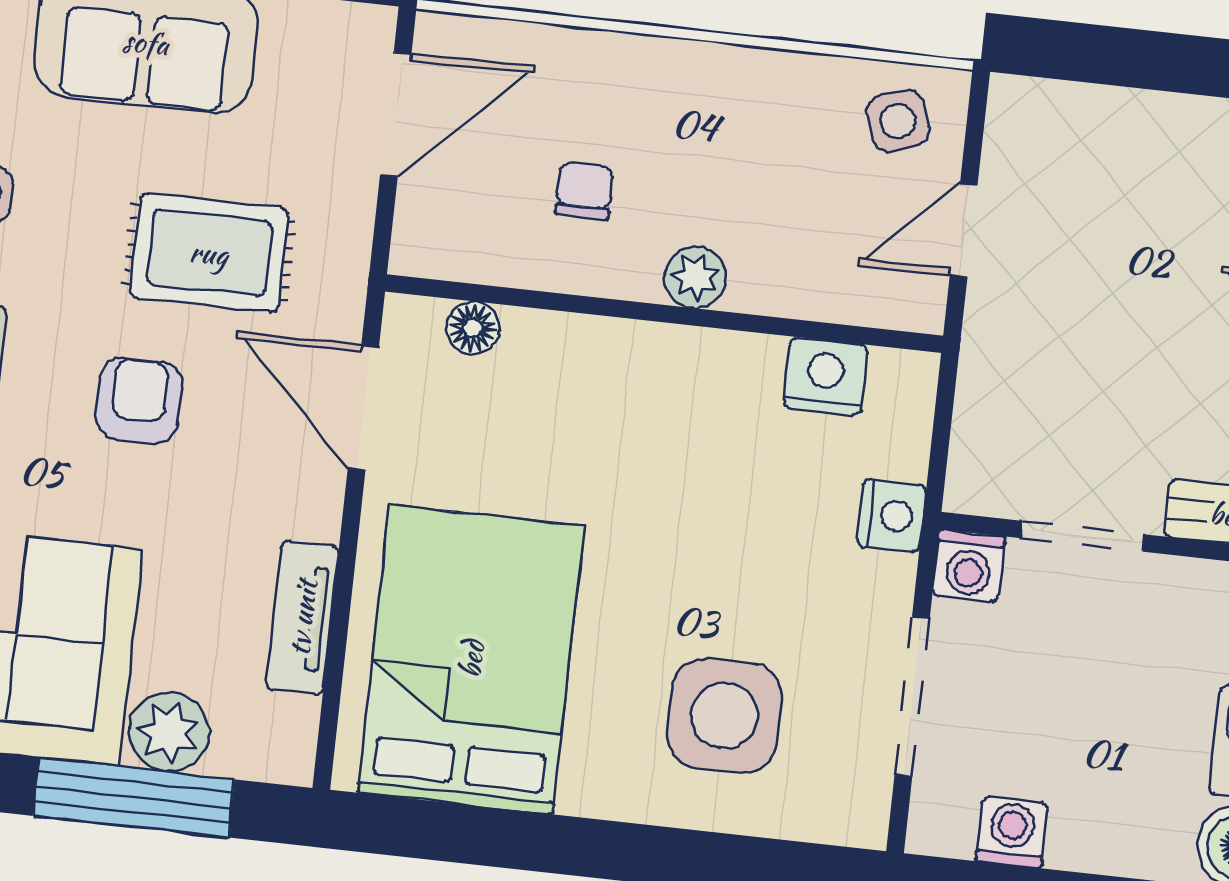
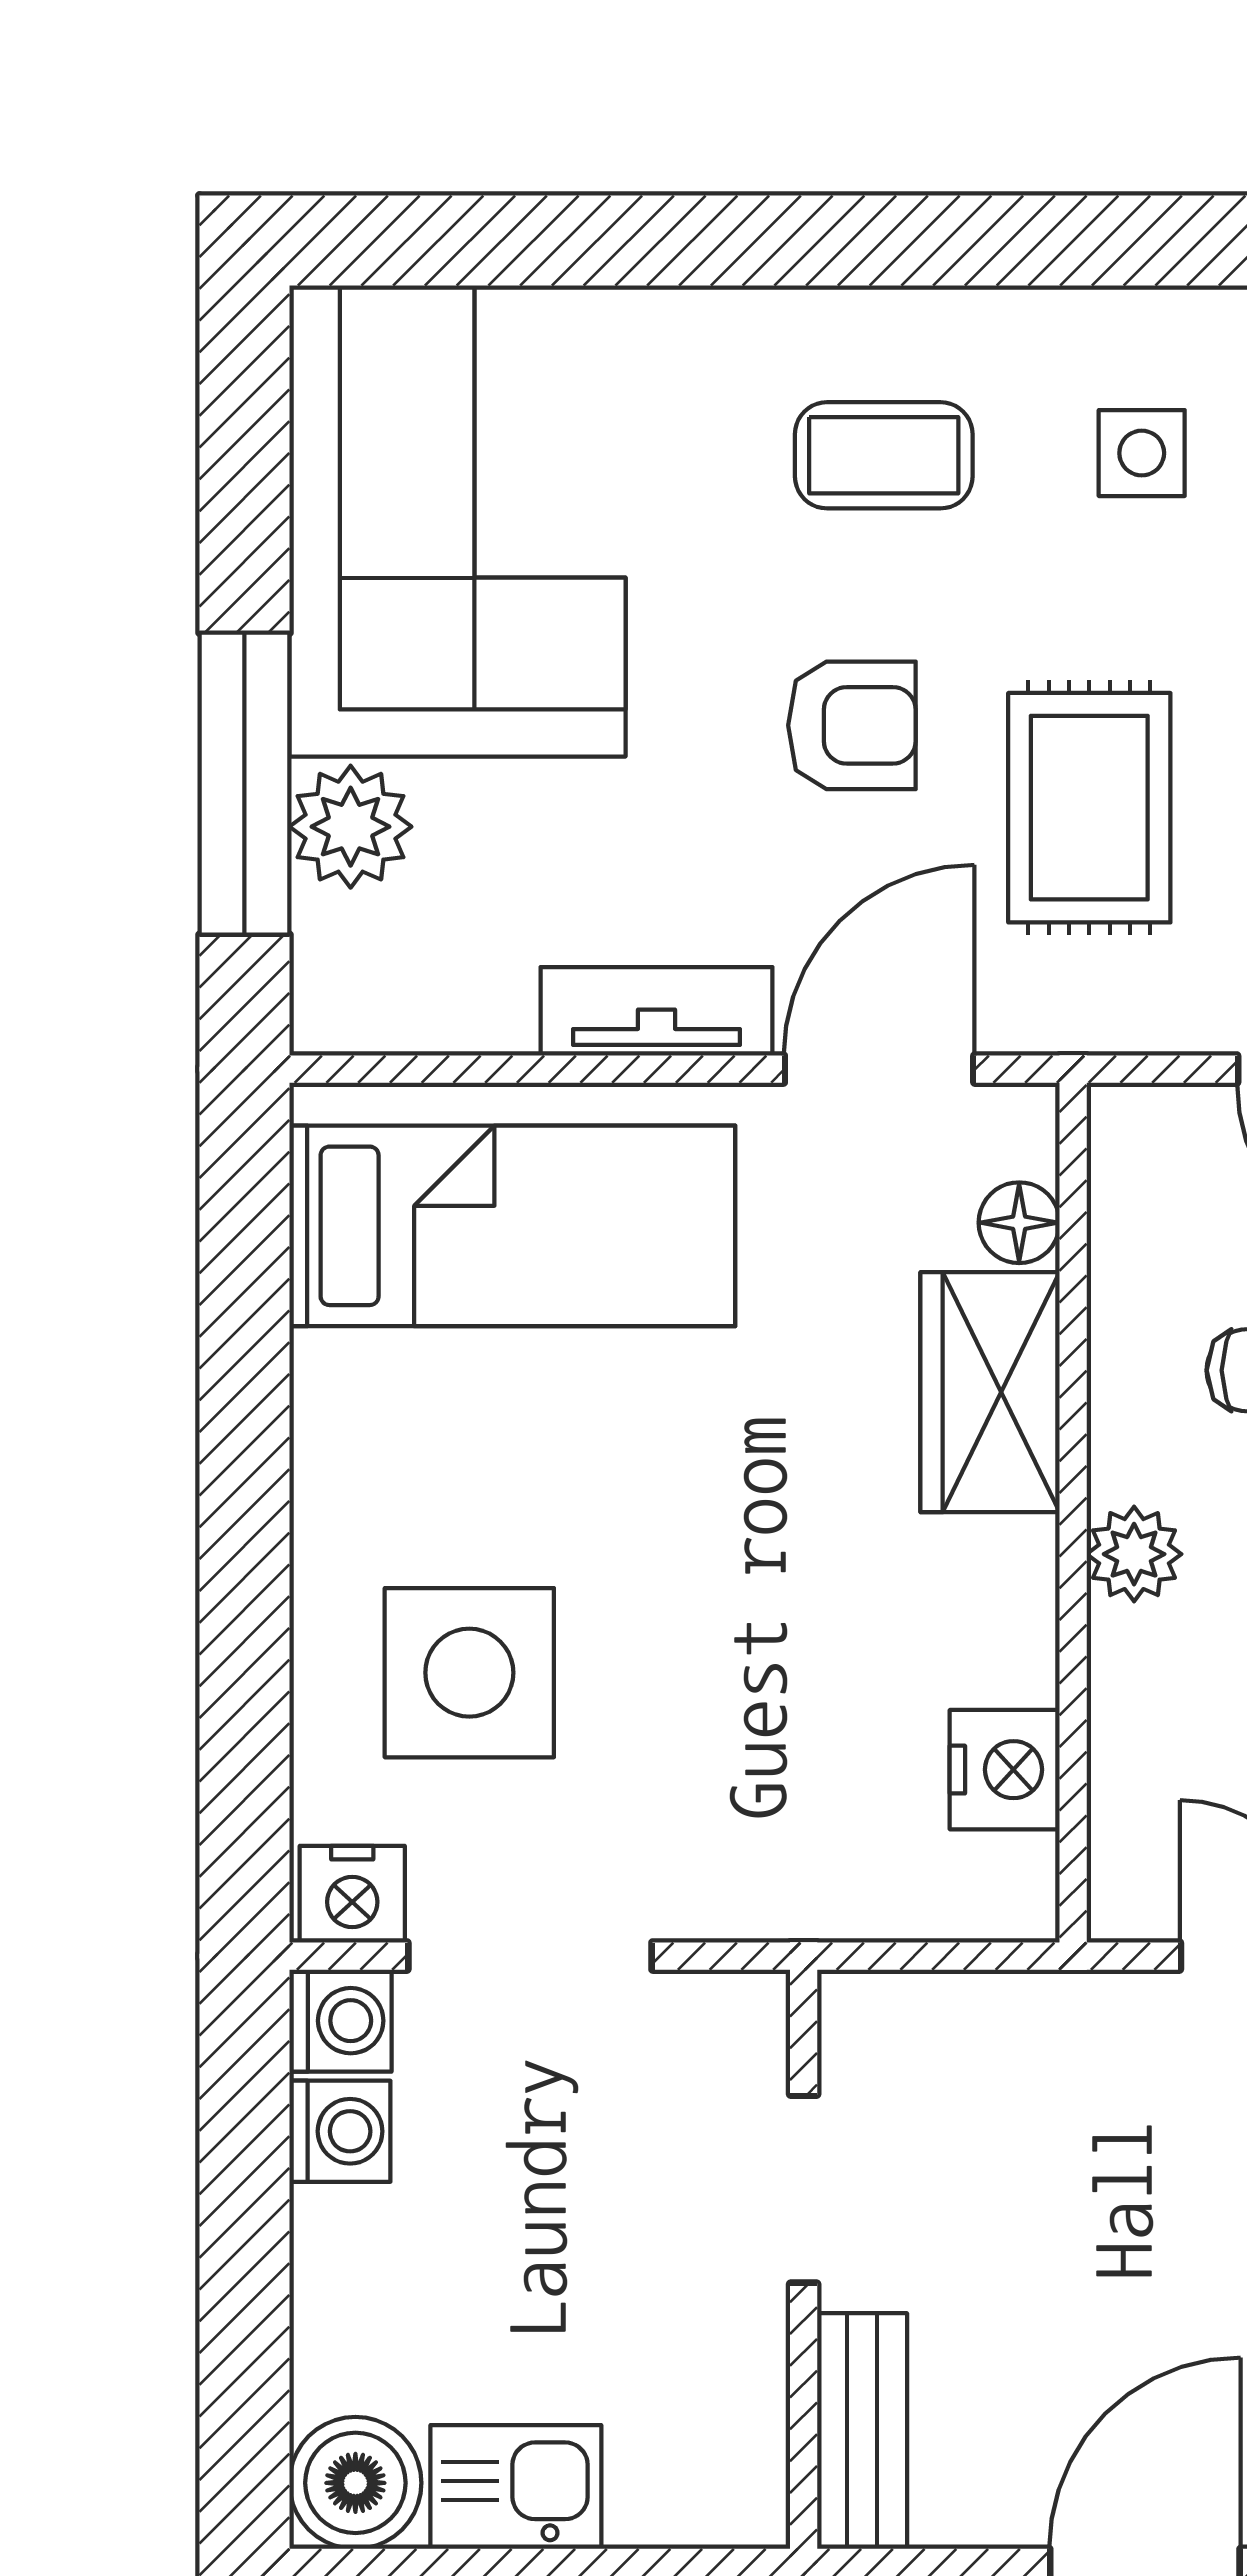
wardrobe: (580, 359) -> (990, 1392), added
nightstand: (892, 516) -> (352, 1894), moved
washing machine: (969, 566) -> (340, 2021), moved, turned 180
tv unit: (302, 618) -> (656, 1011), moved
bed: (471, 659) -> (512, 1226), width x0.67

